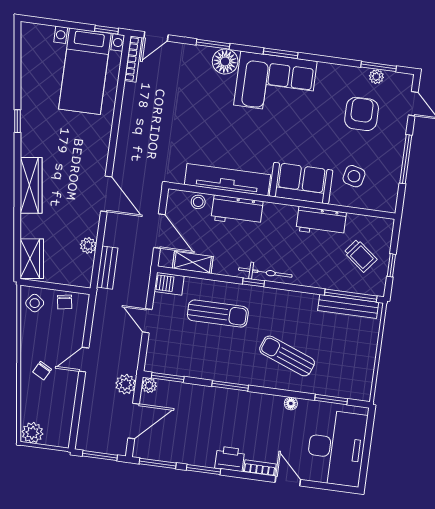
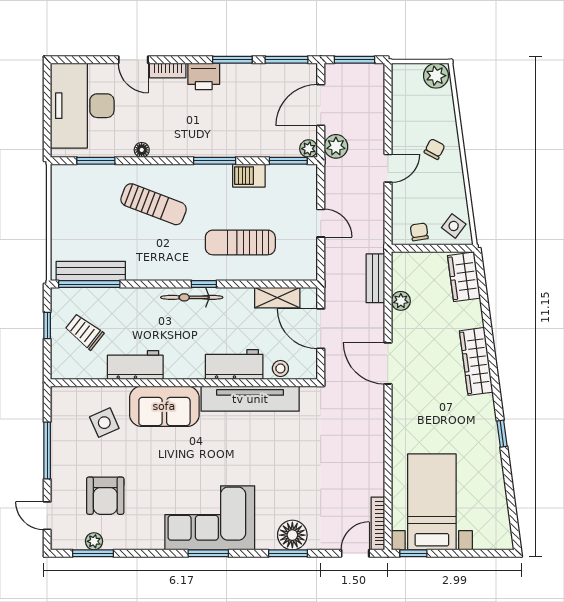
floor lamp: (225, 61) -> (292, 535), moved
side table: (354, 176) -> (104, 423), turned -38
barbecue: (169, 284) -> (249, 176), moved, turned 180

